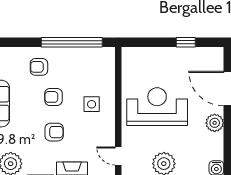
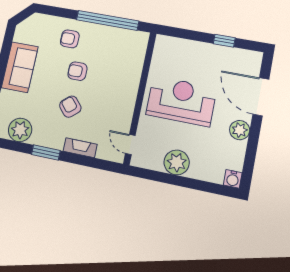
side table: (92, 104) -> (114, 86), removed
armchair: (54, 132) -> (70, 107), turned -131

